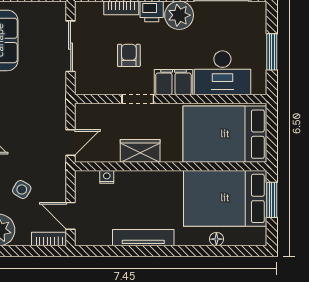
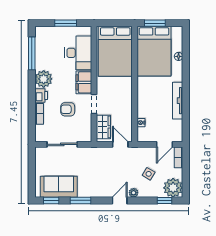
wardrobe: (140, 151) -> (103, 127), moved, turned 180

